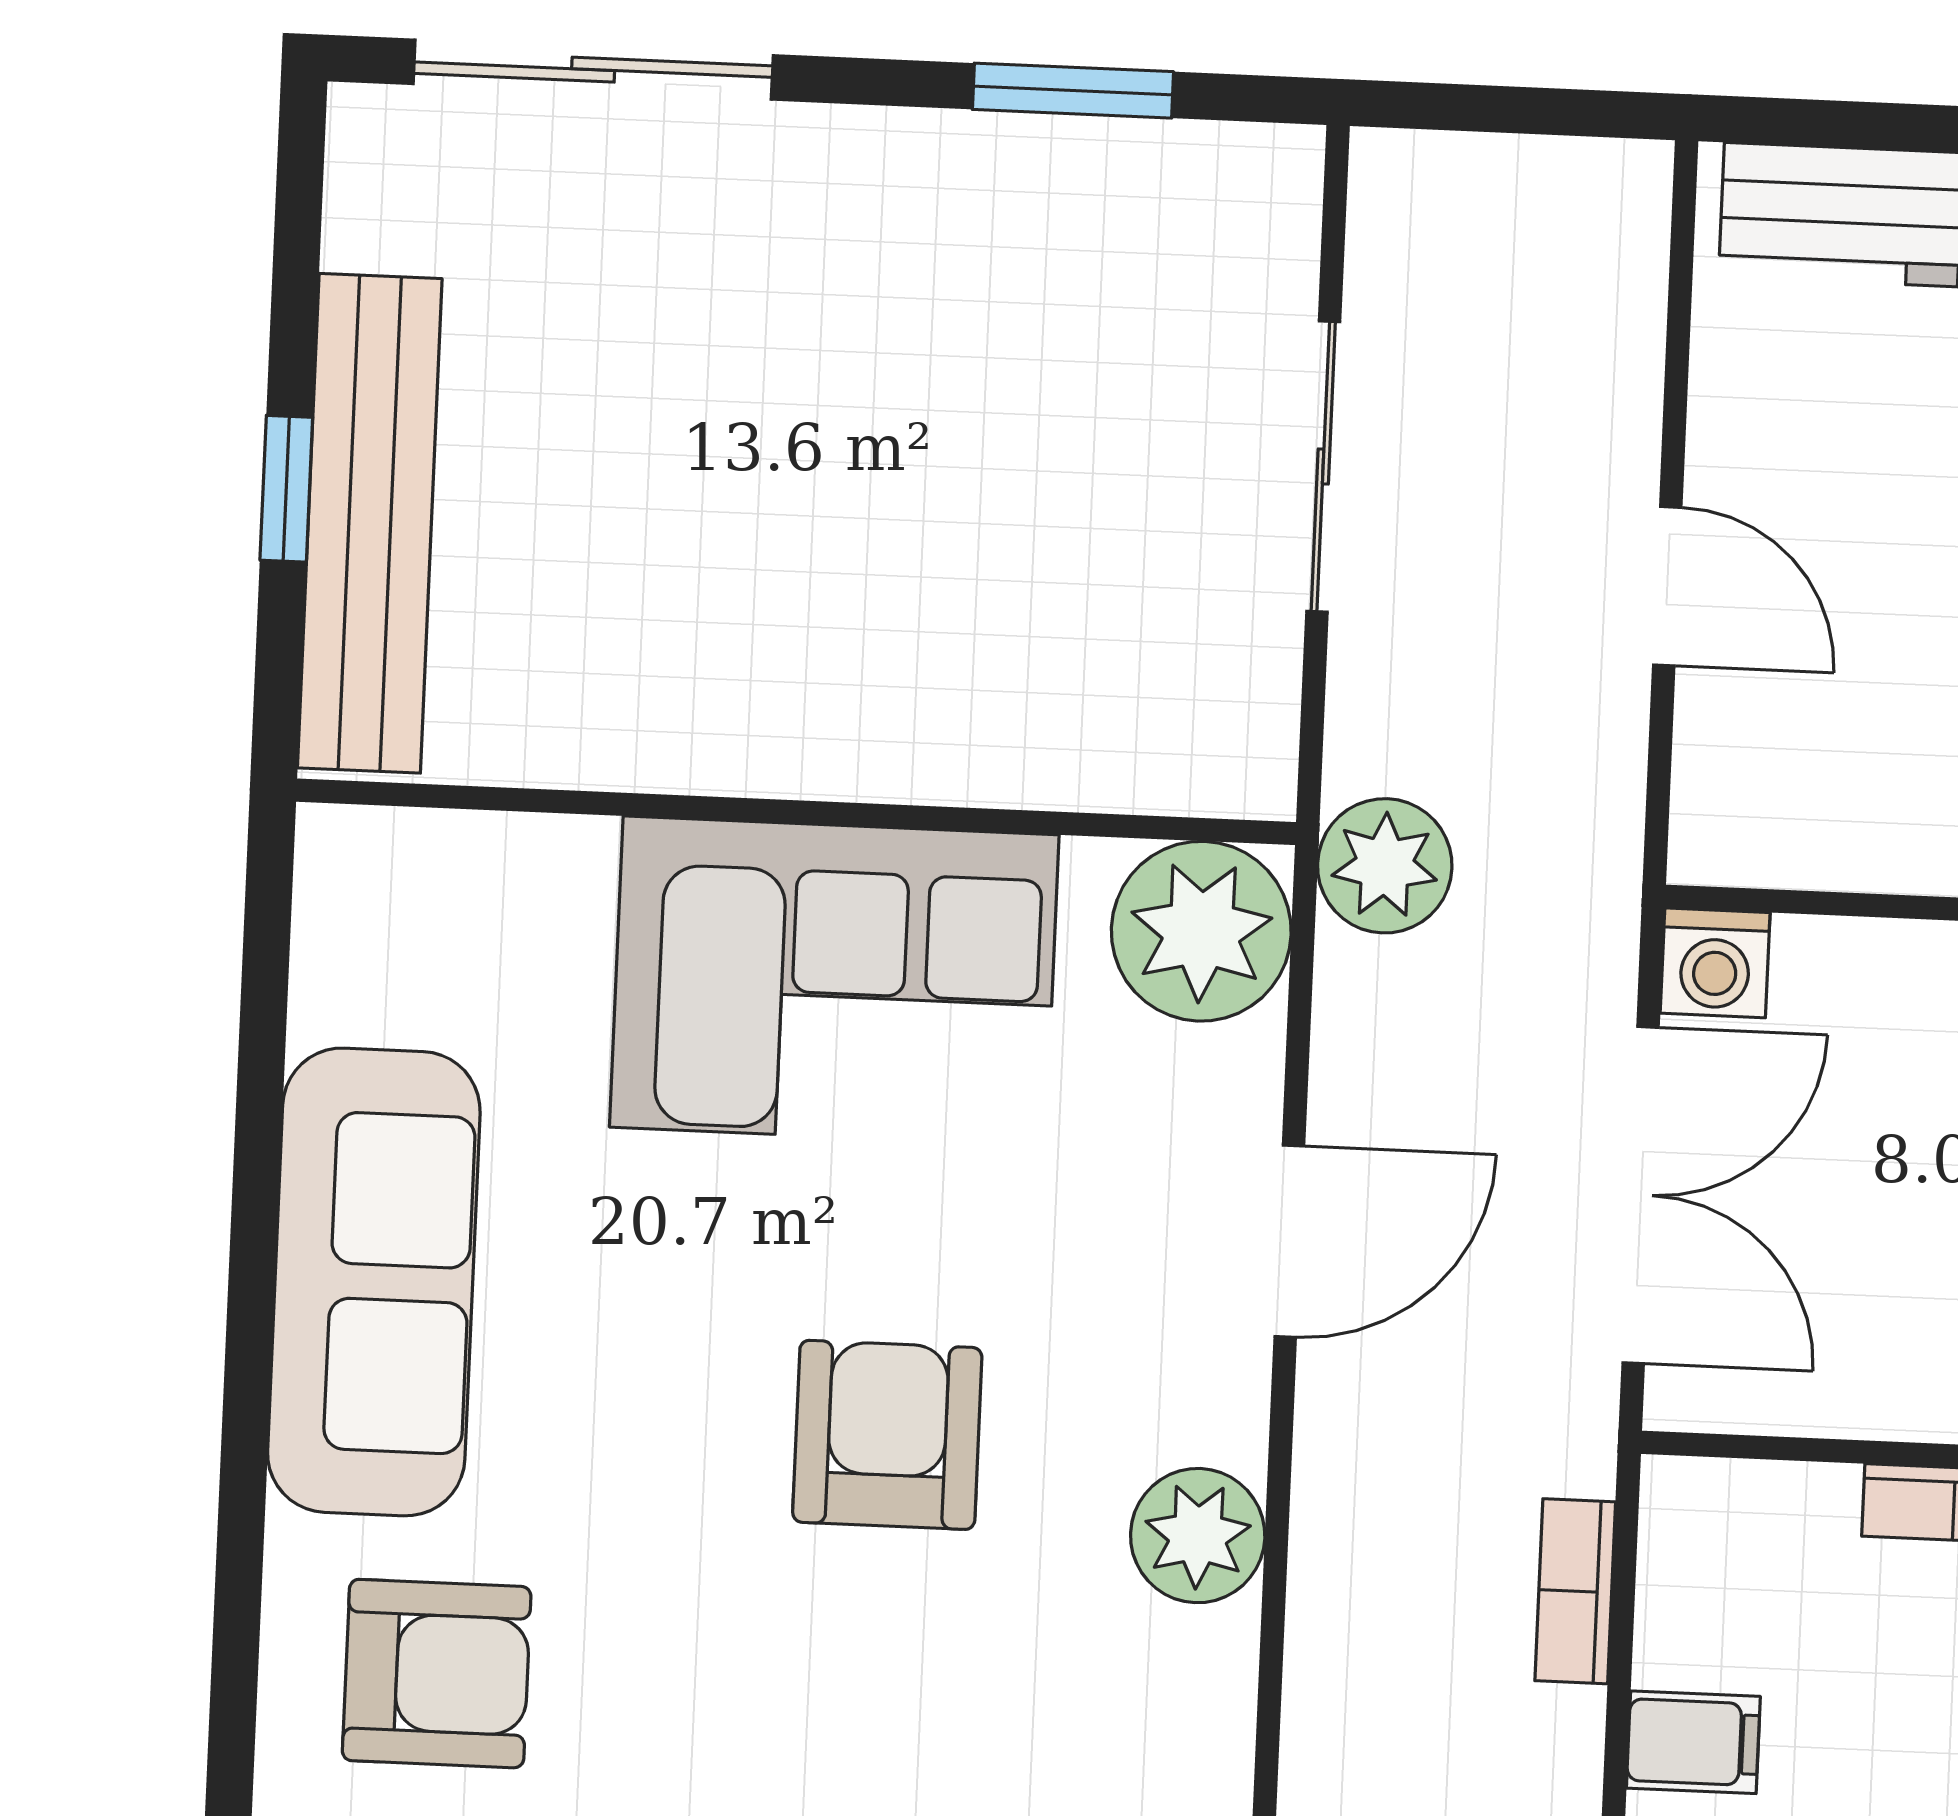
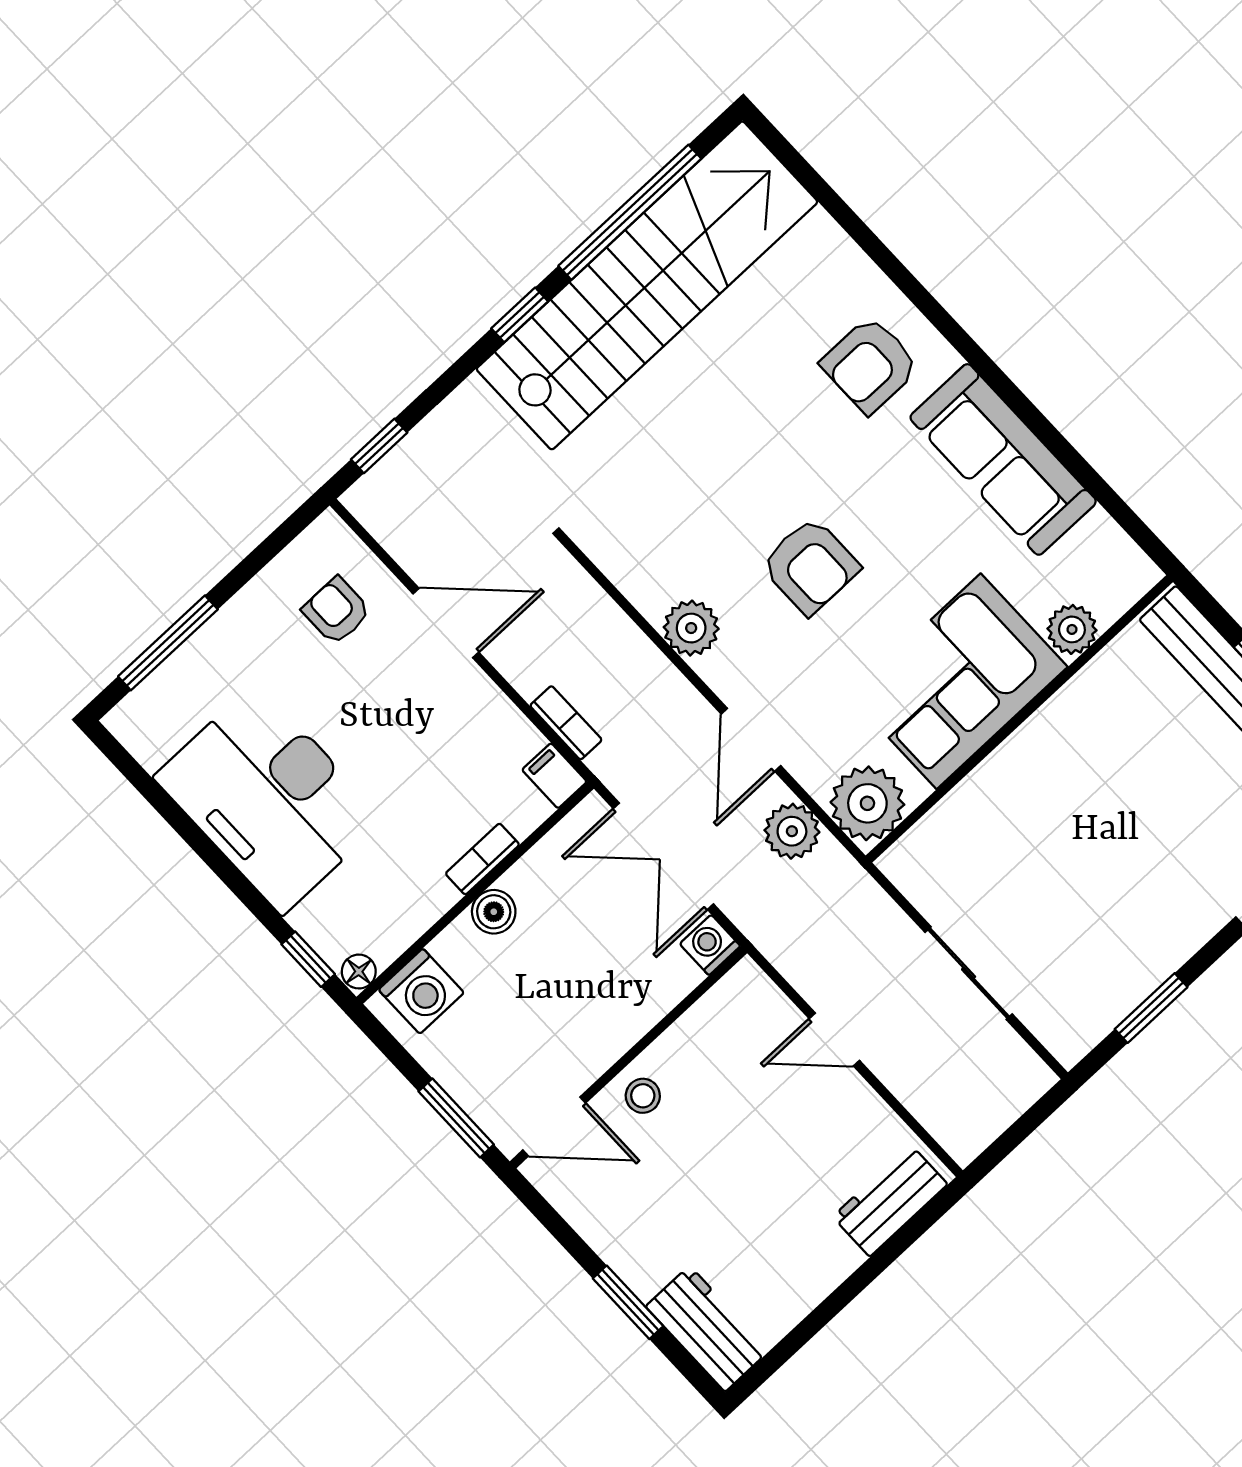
plant: (1385, 866) -> (792, 831), moved
plant: (551, 873) -> (1072, 629), added
filing cabinet: (1693, 1742) -> (554, 776), moved, turned 90

